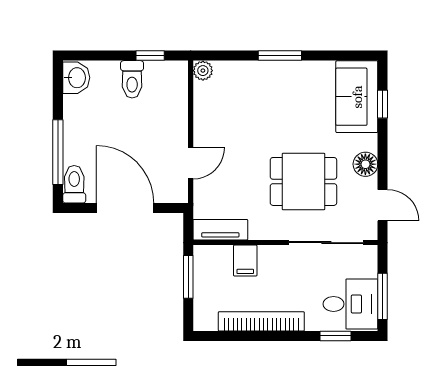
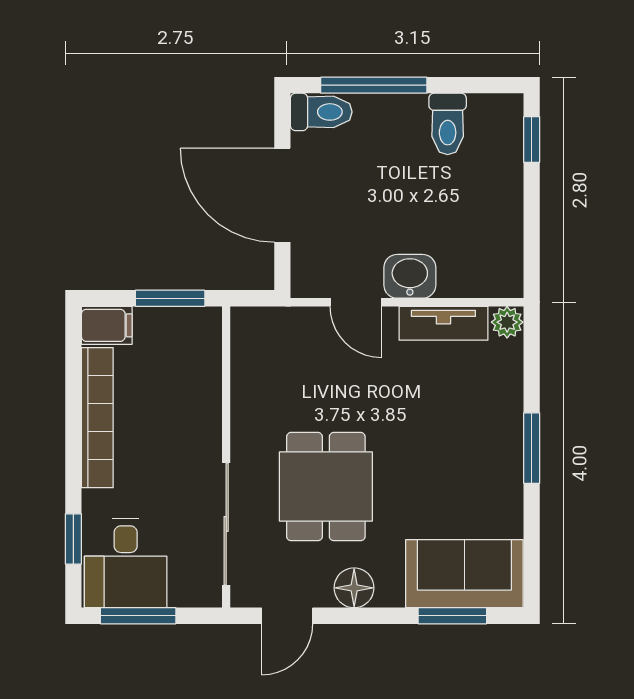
window: (150, 56) -> (532, 140), moved
washbasin: (76, 78) -> (410, 276), moved, turned 180
toilet: (132, 79) -> (448, 124), moved, turned -90
window: (383, 104) -> (452, 616), width x1.50
door: (125, 208) -> (282, 195), swing flipped
tv unit: (220, 230) -> (443, 323), moved, turned 90
filing cabinet: (245, 261) -> (107, 325), moved, turned 180

